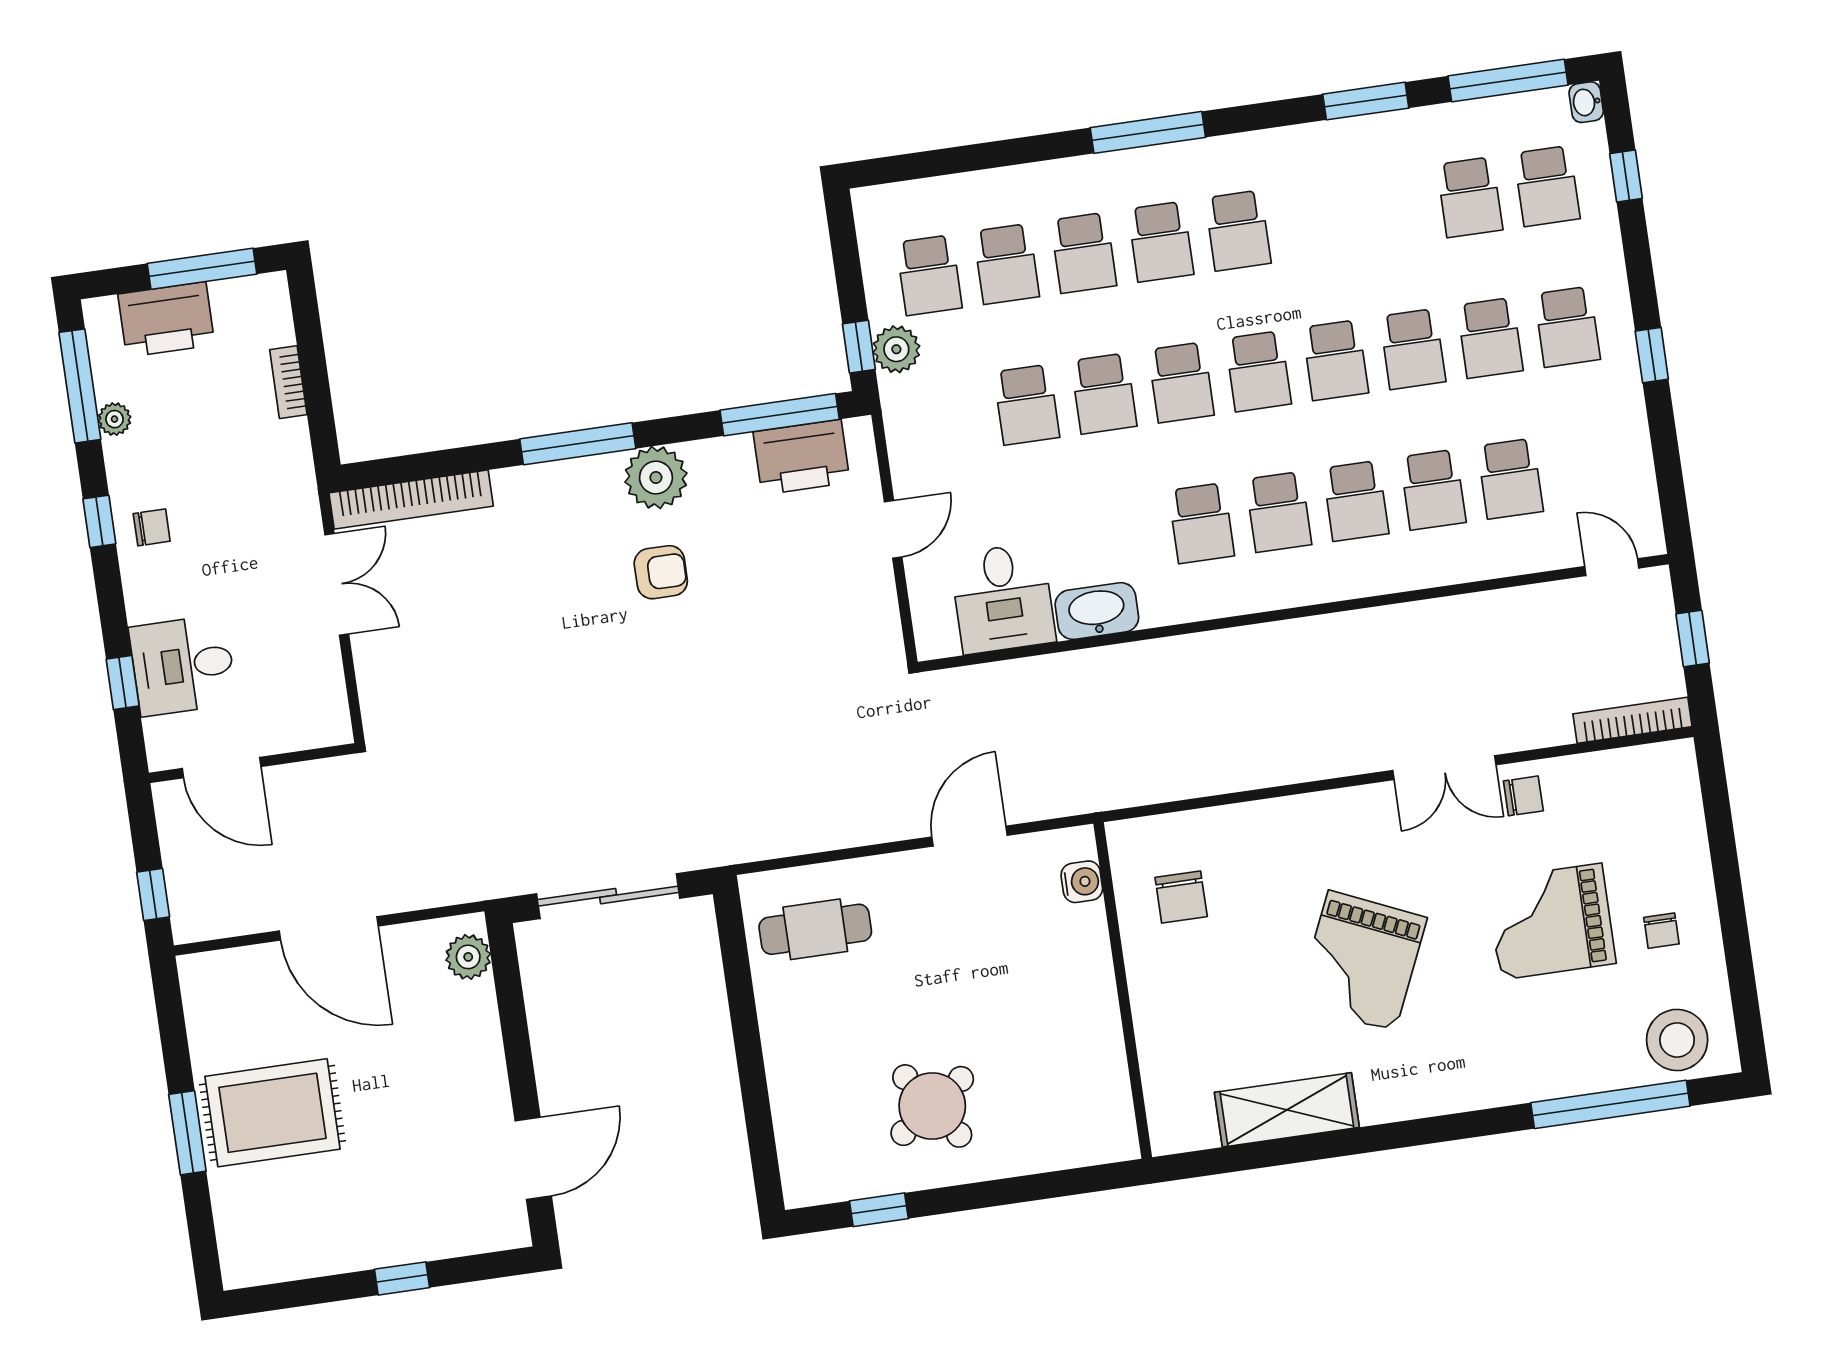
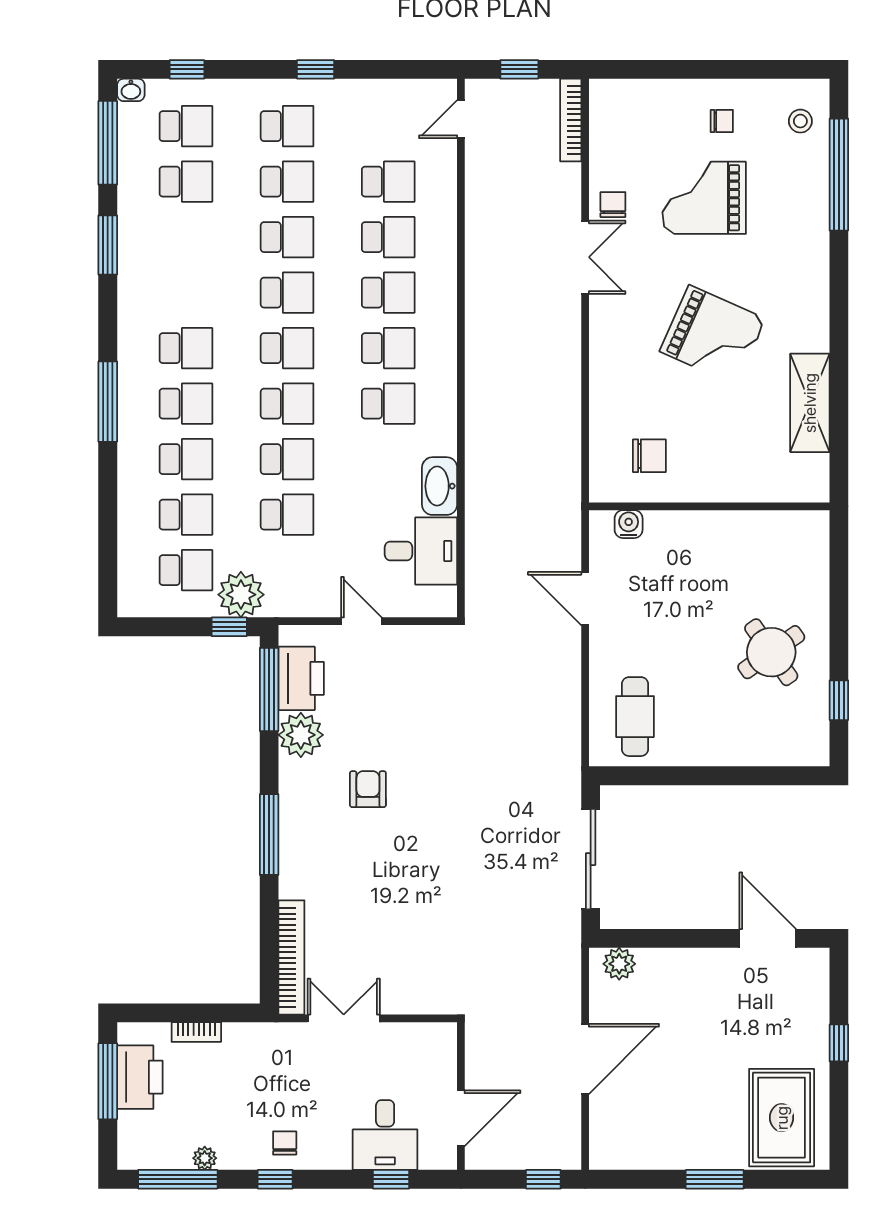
printer: (166, 319) -> (140, 1077), moved
plant: (896, 349) -> (241, 595), width x1.36, depth x1.36
plant: (656, 478) -> (301, 735), moved
grand piano: (1551, 921) -> (704, 198), turned 90
stool: (1677, 1040) -> (800, 121), width x0.53, depth x0.53
rug: (272, 1113) -> (782, 1118), moved

